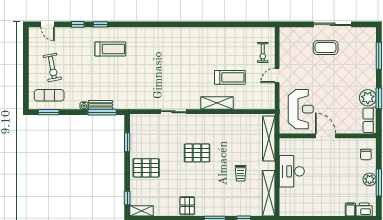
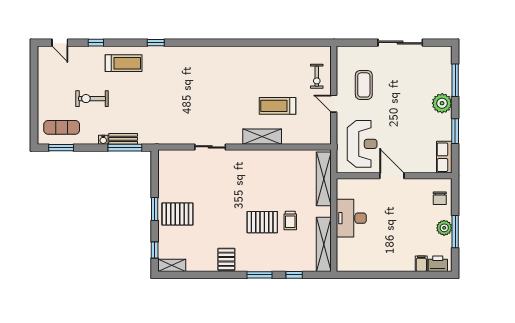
window: (100, 24) -> (156, 43), moved
coffee table: (326, 48) -> (364, 85), moved, turned 90
treadmill: (110, 49) -> (124, 63), moved
exercise bike: (52, 67) -> (92, 99), moved, turned 101
door: (277, 75) -> (334, 104), hinge flipped
treadmill: (230, 77) -> (277, 106), turned 180
plant: (368, 98) -> (442, 103), moved
window: (127, 142) -> (155, 209), moved
pallet: (197, 153) -> (262, 222), moved

